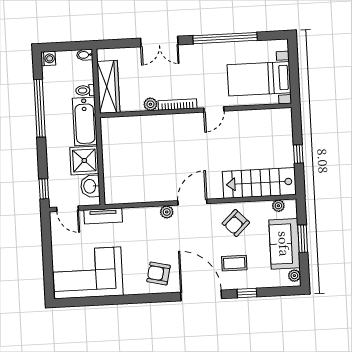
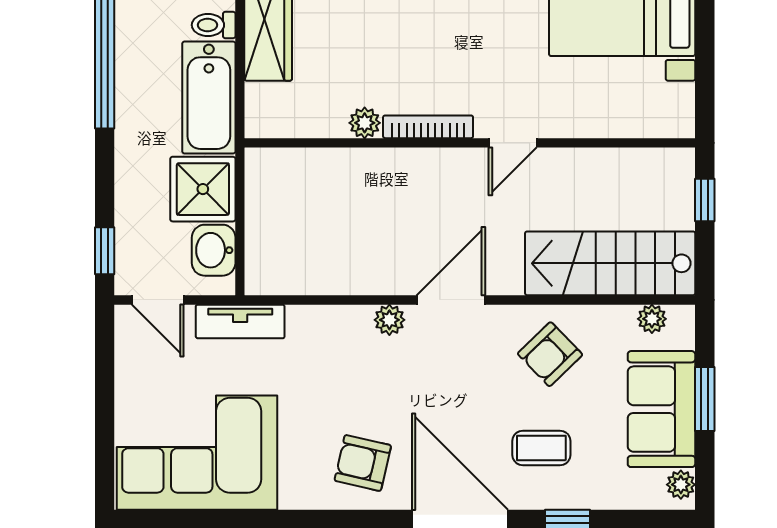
plant: (150, 104) -> (365, 123), moved
bookcase: (178, 104) -> (428, 127), moved
door: (214, 109) -> (513, 143), moved
wall: (196, 110) -> (470, 143), moved

